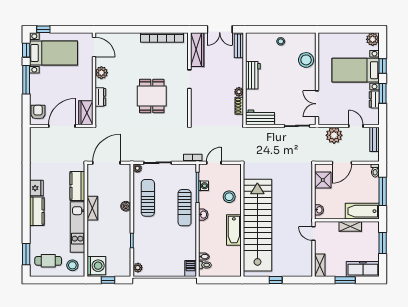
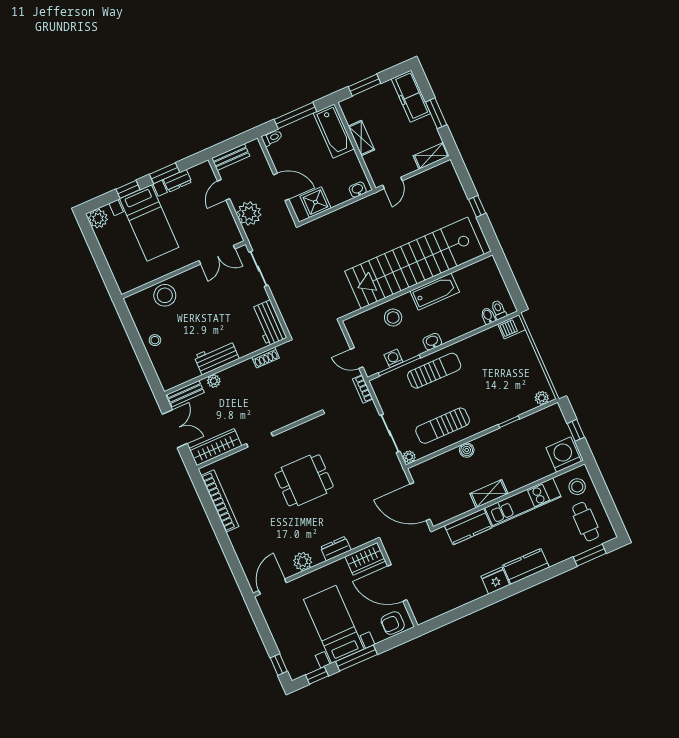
bed with nightstands: (53, 53) -> (334, 624), moved
plant: (239, 92) -> (214, 381), moved

